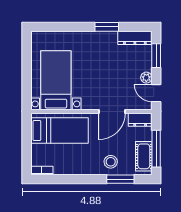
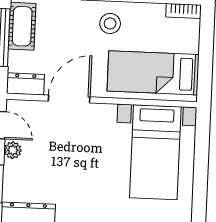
stool: (111, 162) -> (110, 23), moved

